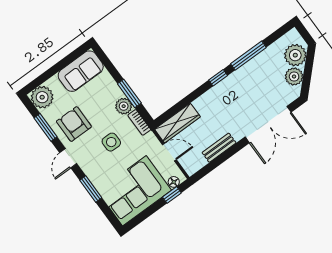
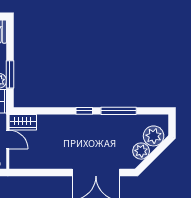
wardrobe: (177, 123) -> (23, 122), width x0.67
bench: (219, 148) -> (47, 163), removed

